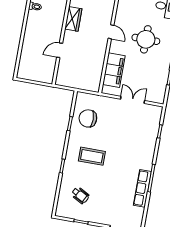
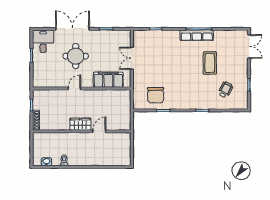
wardrobe: (73, 19) -> (80, 124), moved
door: (60, 50) -> (99, 131), swing flipped
coffee table: (92, 156) -> (210, 63), moved
row of seats: (142, 188) -> (197, 35), moved

